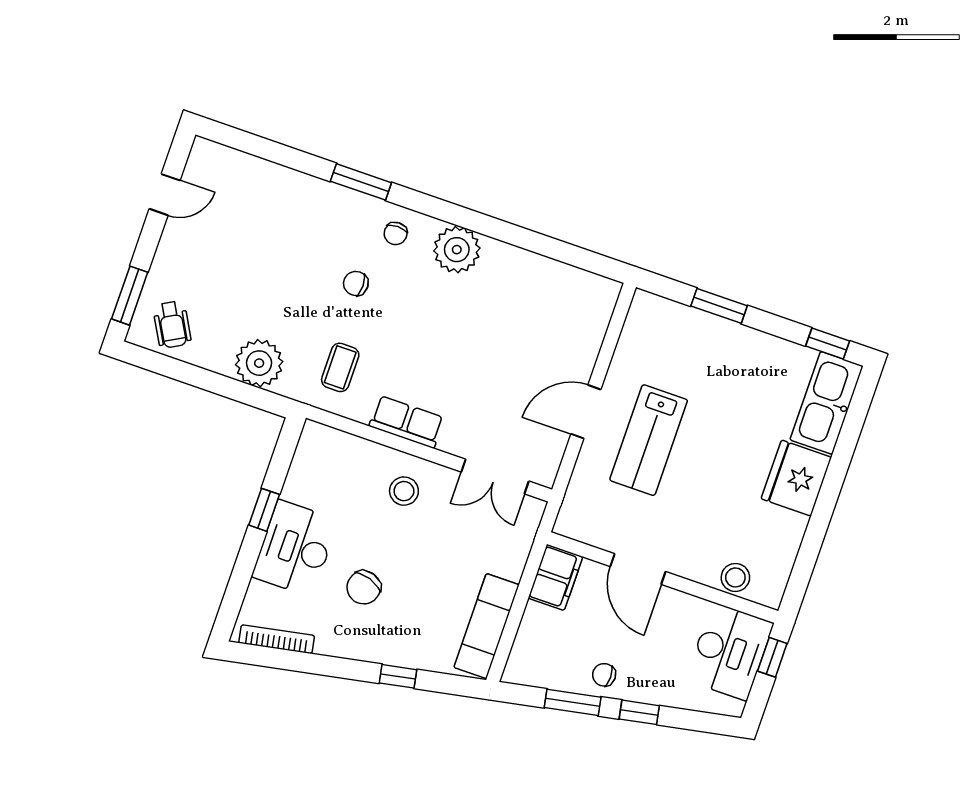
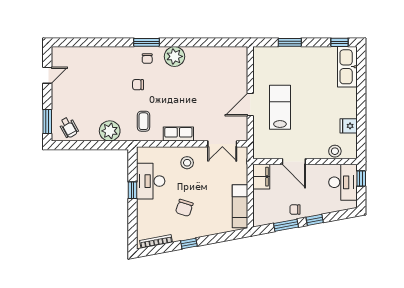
window: (361, 182) -> (147, 42), moved
lab bench: (649, 440) -> (280, 107), turned 180
fridge: (796, 478) -> (349, 126), moved, width x0.53, depth x0.75
desk: (295, 548) -> (151, 181), moved
window: (398, 676) -> (189, 243), moved

